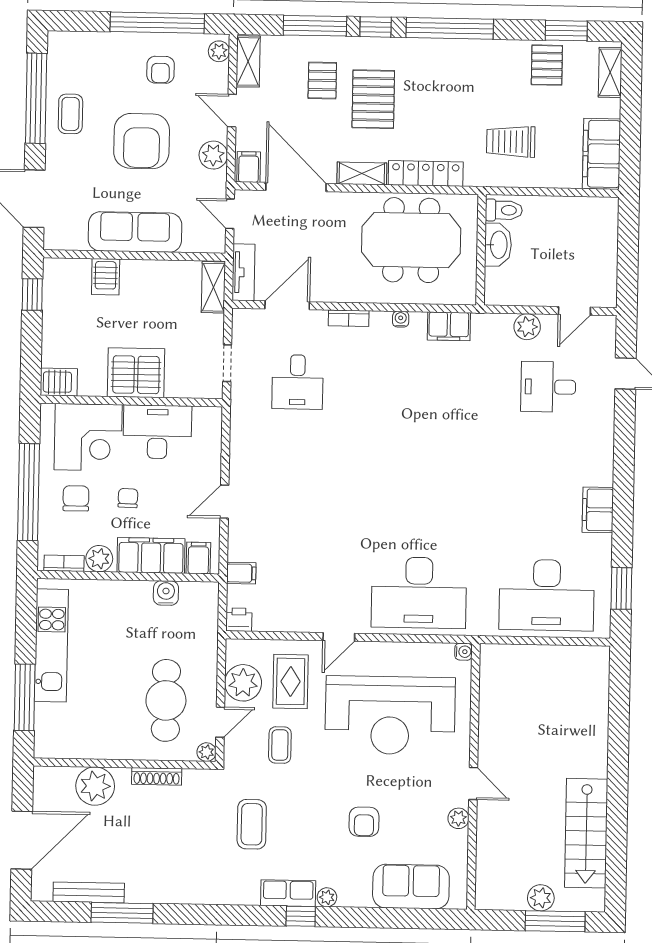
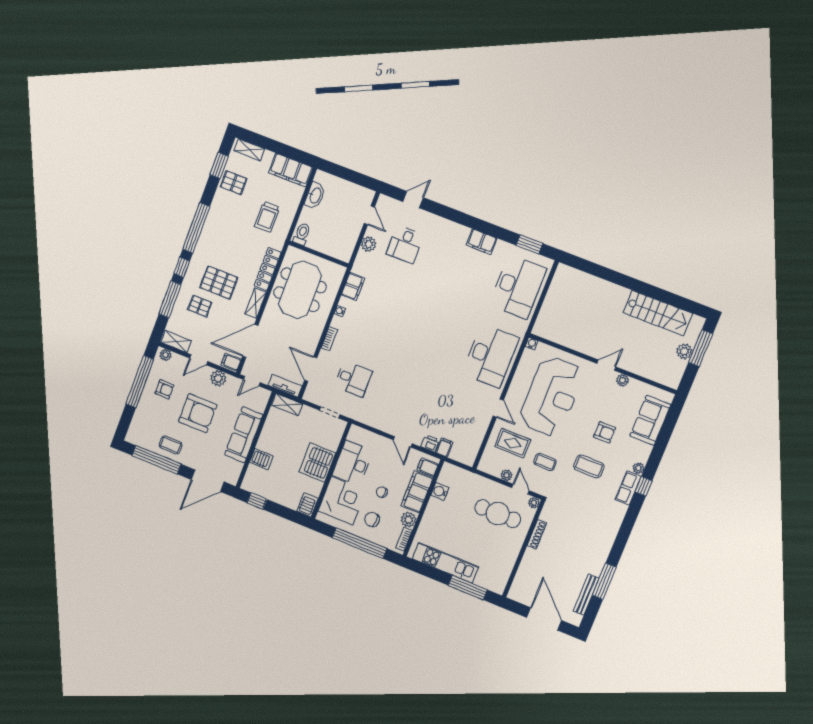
washbasin: (498, 245) -> (315, 195), moved, turned 90
printer: (239, 620) -> (430, 443), moved, turned 90
plant: (243, 683) -> (507, 475), width x0.53, depth x0.53
plant: (95, 786) -> (530, 569), removed
coffee table: (252, 824) -> (589, 466), moved

